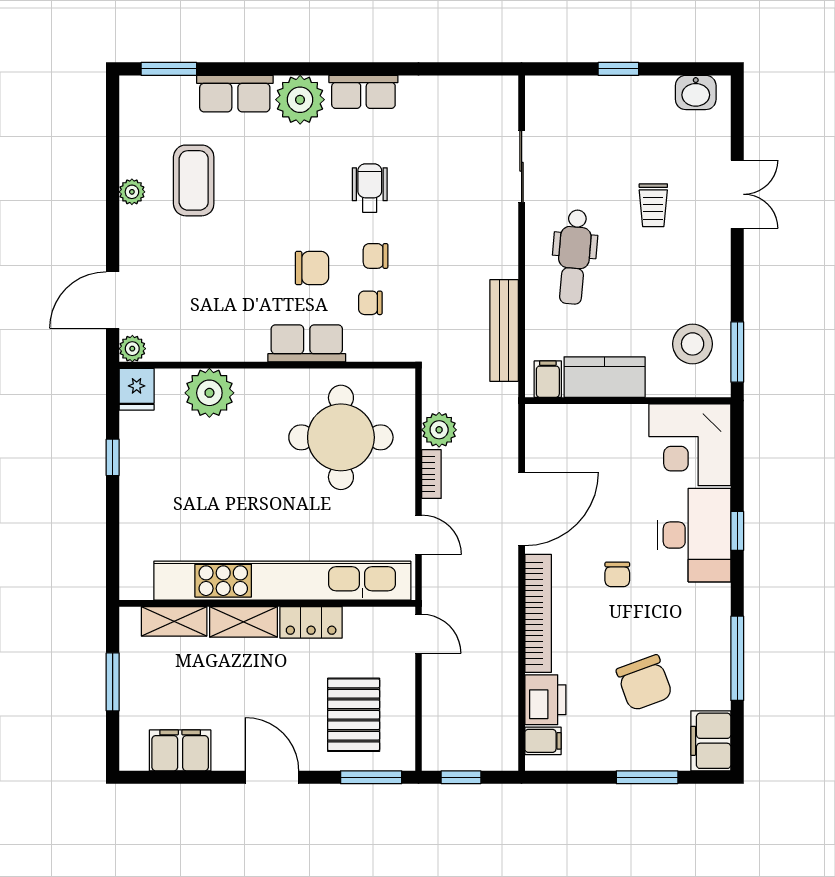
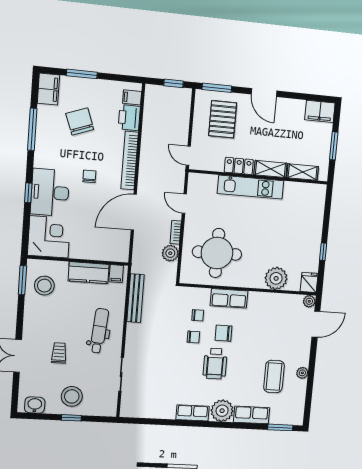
stool: (621, 115) -> (72, 396), added
wheelchair: (370, 188) -> (215, 364), moved, width x1.36, depth x1.37
kitchen unit: (282, 581) -> (251, 187), width x0.54
filing cabinet: (180, 750) -> (320, 111), moved

